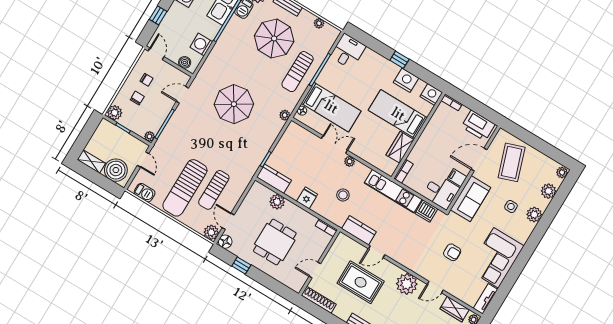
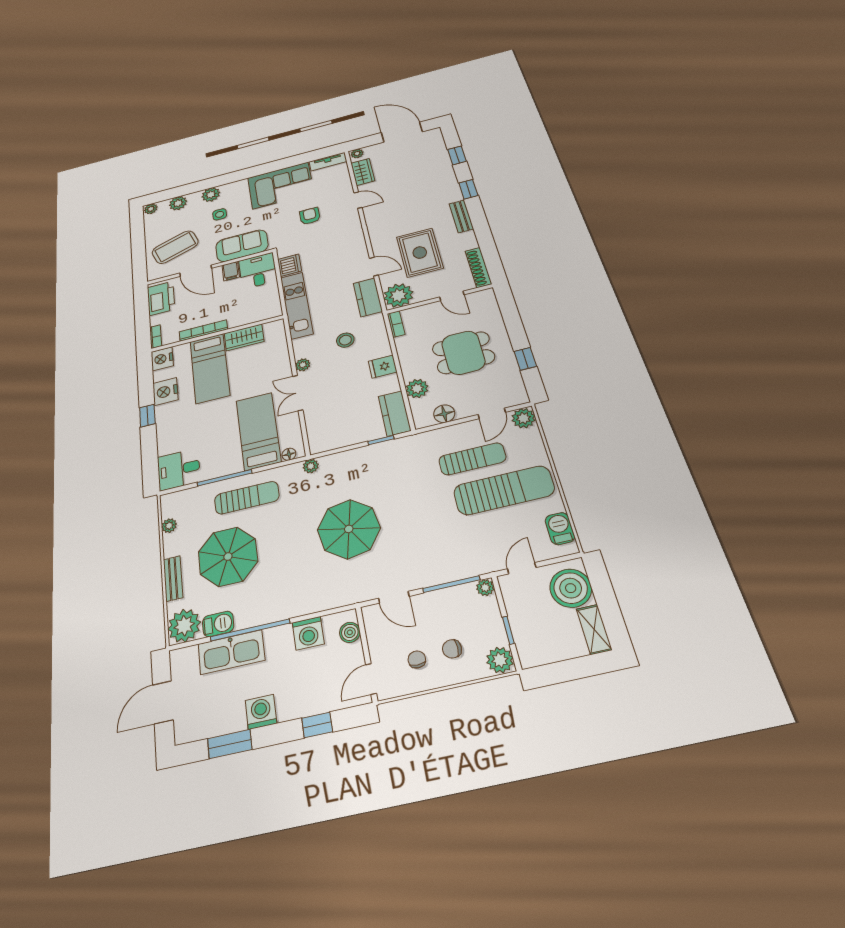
bookcase: (403, 171) -> (203, 330), moved, width x1.56
floor lamp: (225, 242) -> (444, 414), moved
plant: (407, 284) -> (398, 295), moved

